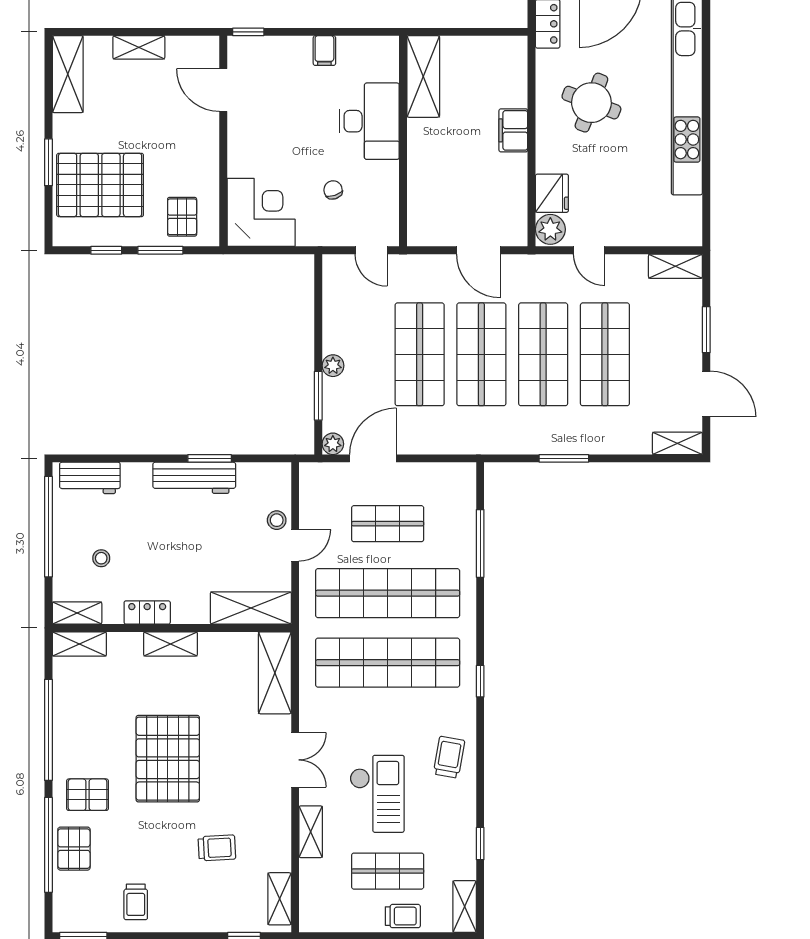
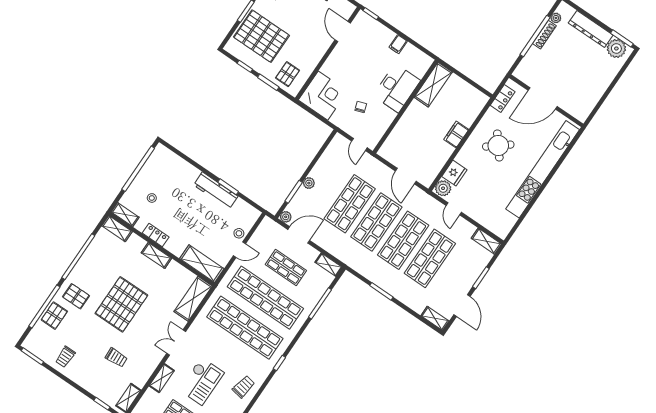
round table: (591, 103) -> (498, 146), turned 30
shelving: (452, 473) -> (329, 265), added
workbench: (90, 478) -> (171, 160), removed
double door: (295, 760) -> (176, 342), swing flipped

